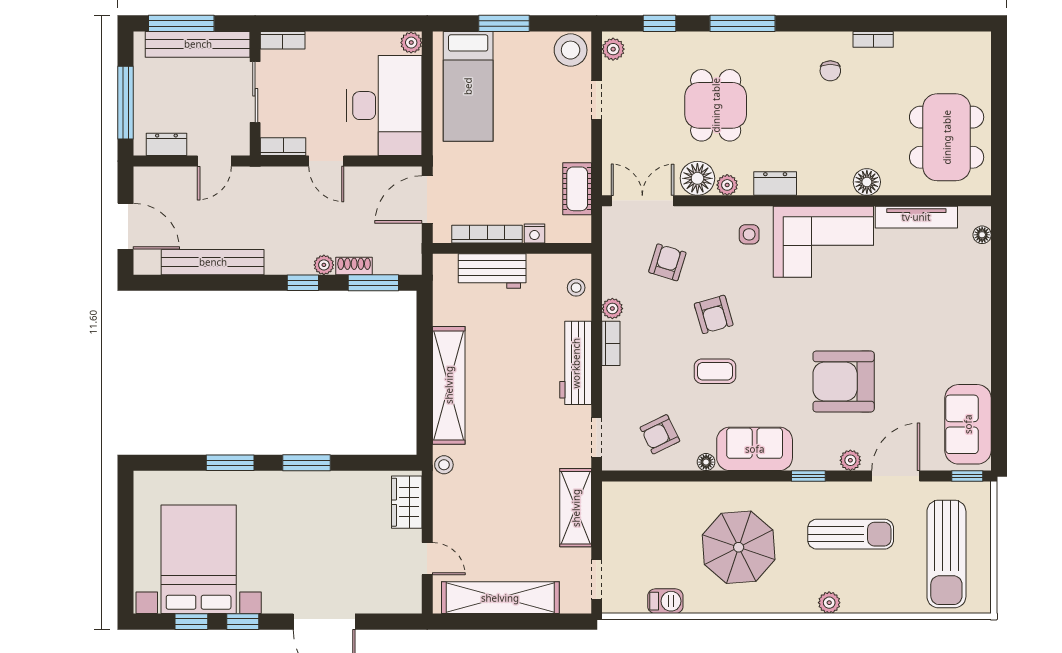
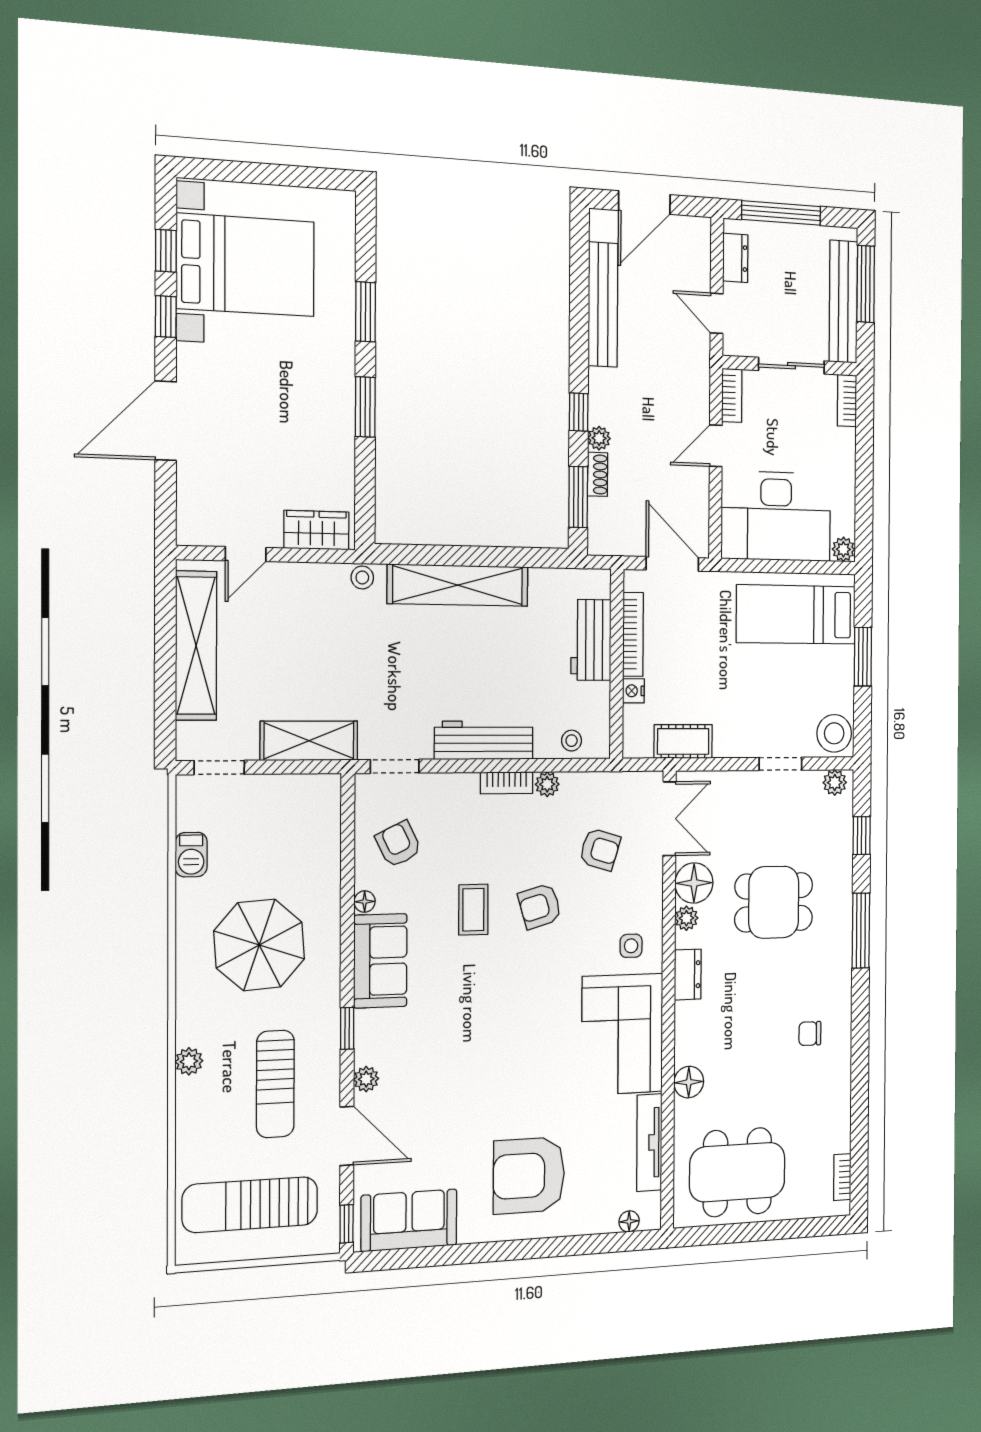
bookcase: (873, 39) -> (842, 1177), moved
armchair: (844, 381) -> (529, 1175), moved, turned -90

